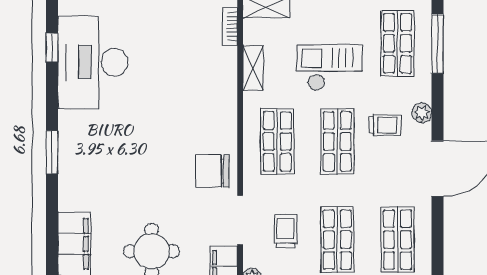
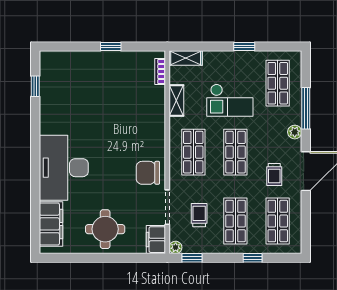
window: (438, 44) -> (306, 108), moved
desk: (93, 62) -> (64, 168), moved
checkout: (329, 68) -> (230, 100), turned 180
trolley: (385, 125) -> (274, 175), moved, turned 90
window: (52, 152) -> (35, 160), removed

